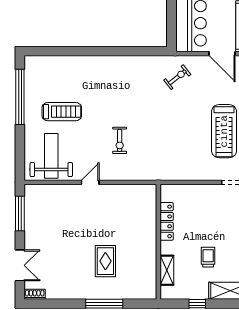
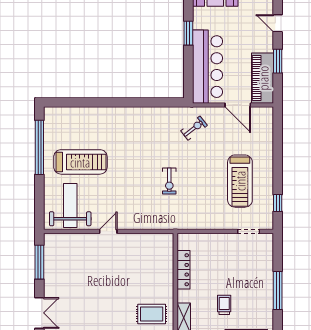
treadmill: (62, 112) -> (80, 162), width x1.37, depth x1.38
exercise bike: (120, 140) -> (169, 181), moved
rug: (105, 261) -> (152, 314), moved, turned 90

